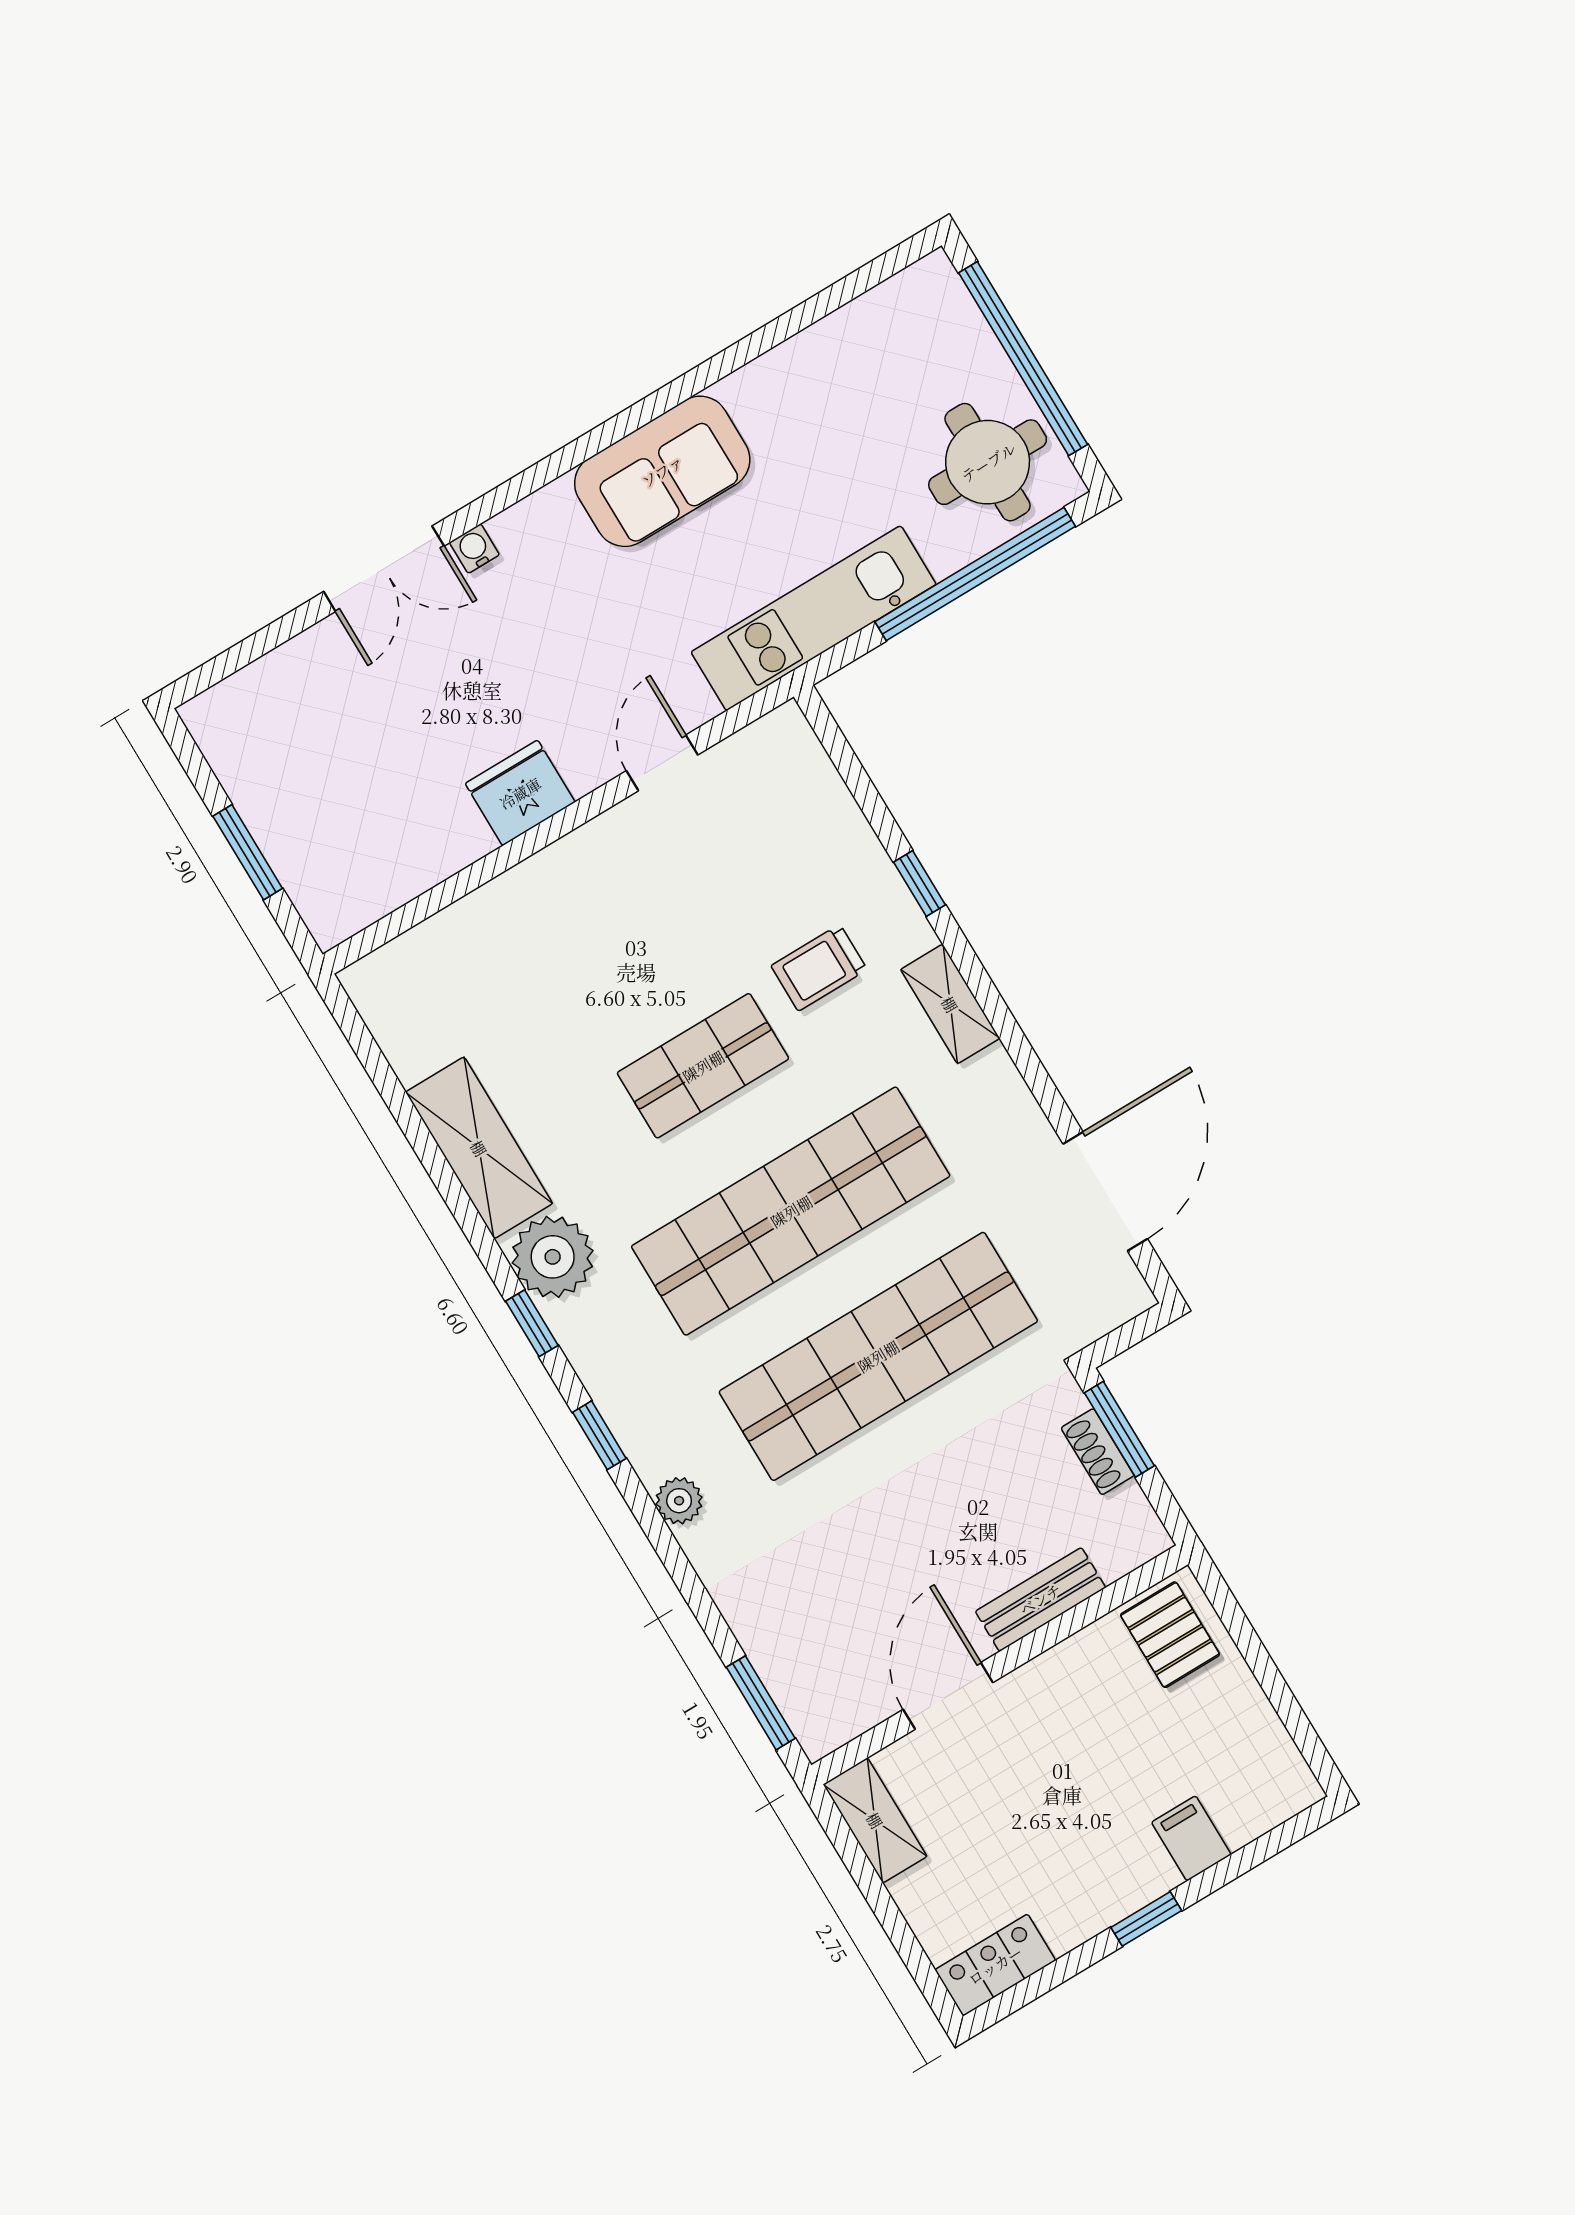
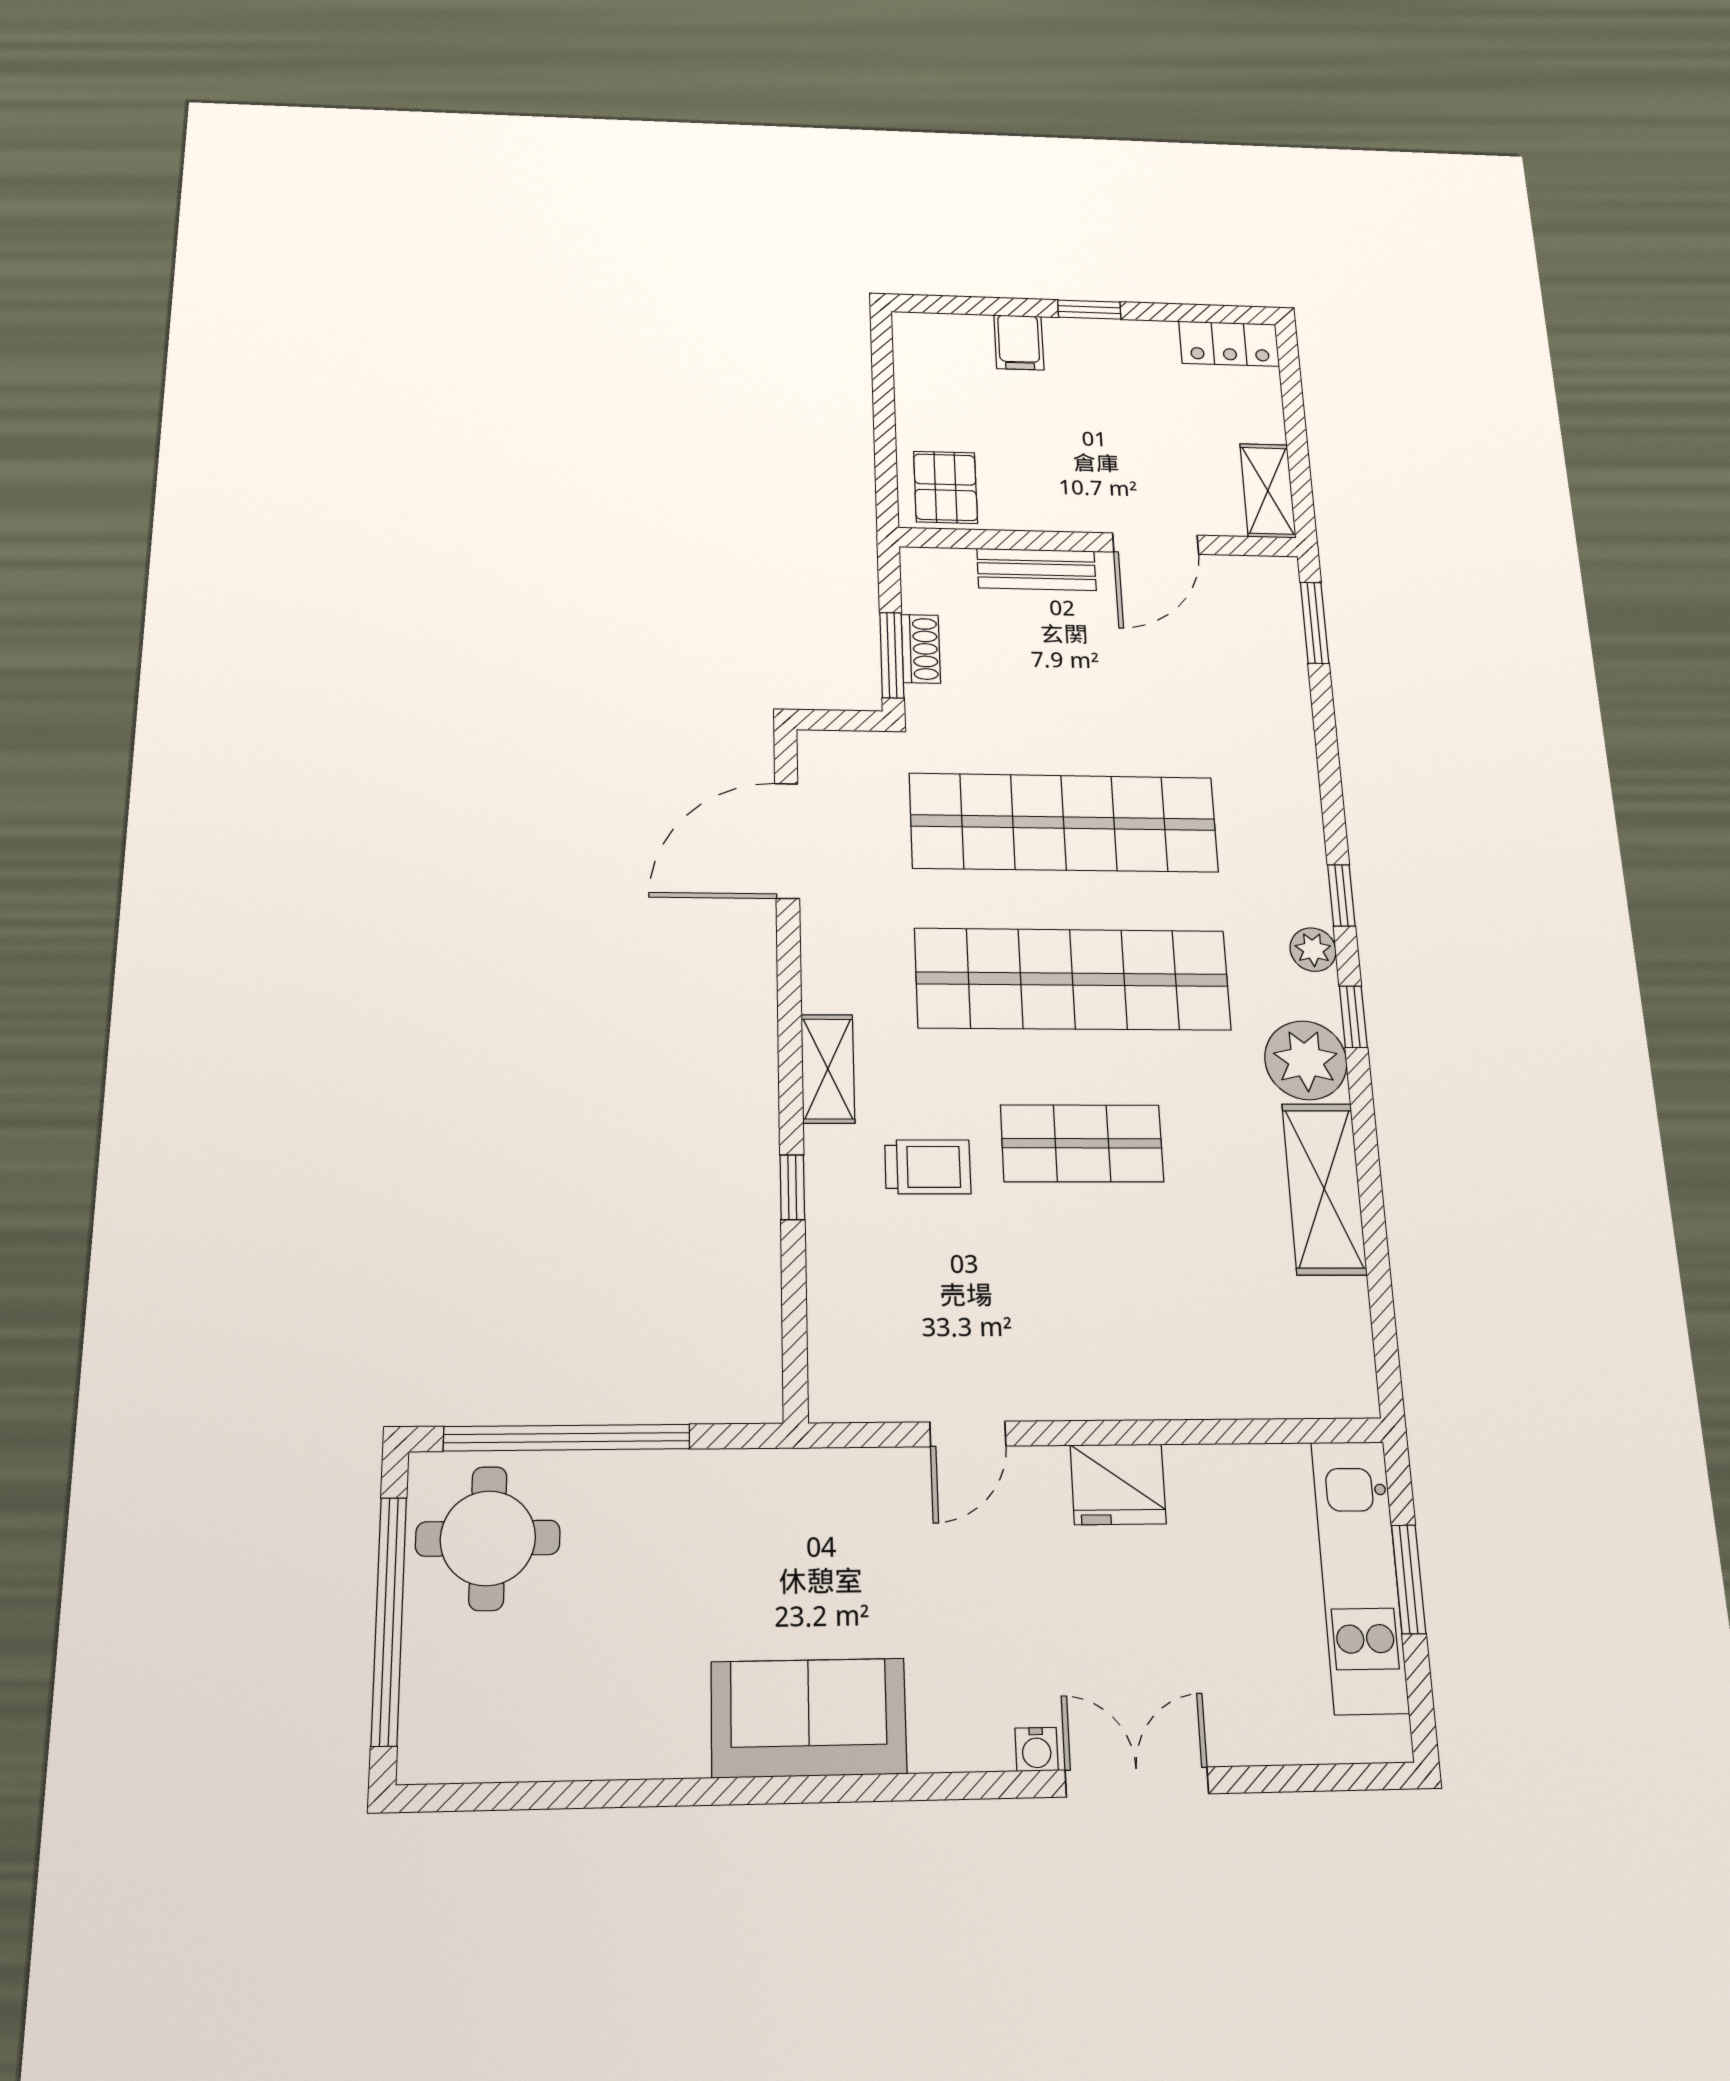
kitchen unit: (814, 618) -> (1359, 1576), moved, turned 90
plant: (679, 1501) -> (1313, 950), moved

